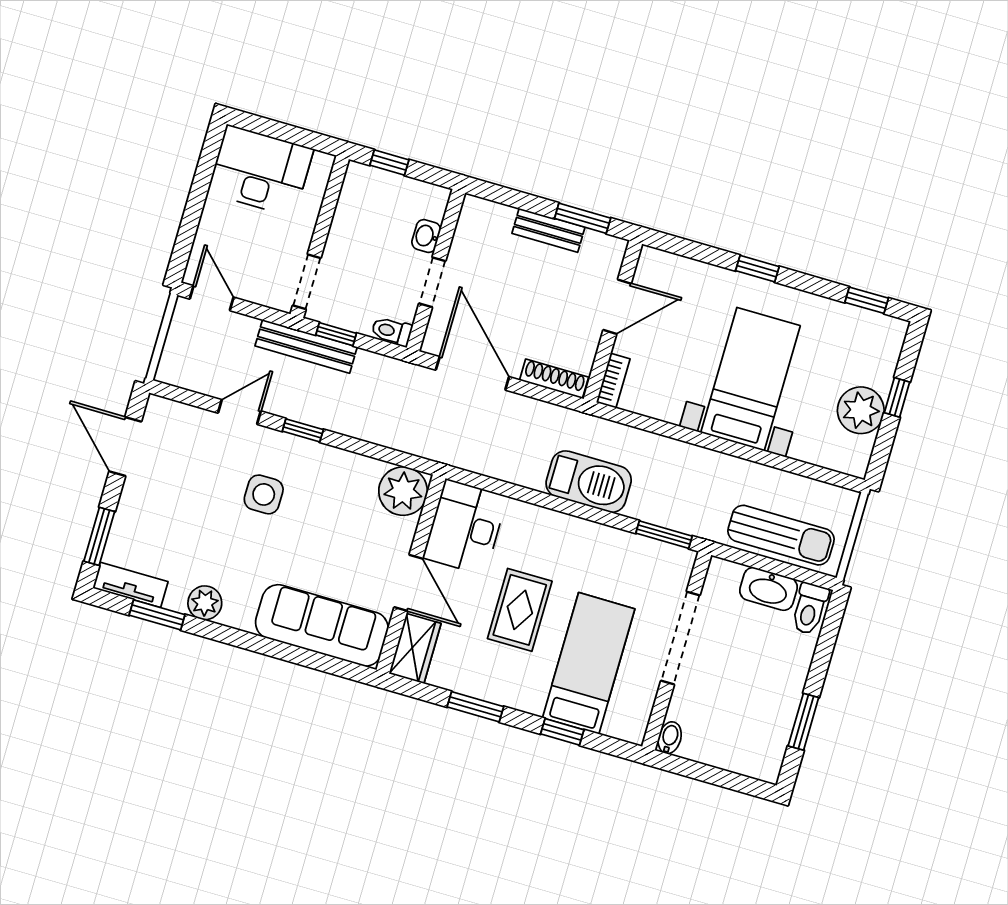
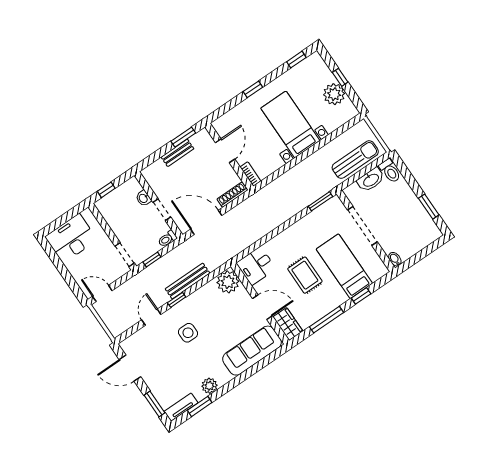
bench: (306, 346) -> (188, 281), moved
barbecue: (589, 482) -> (279, 213), removed
desk: (465, 527) -> (256, 266), width x0.73
window: (475, 707) -> (327, 320), width x1.44

